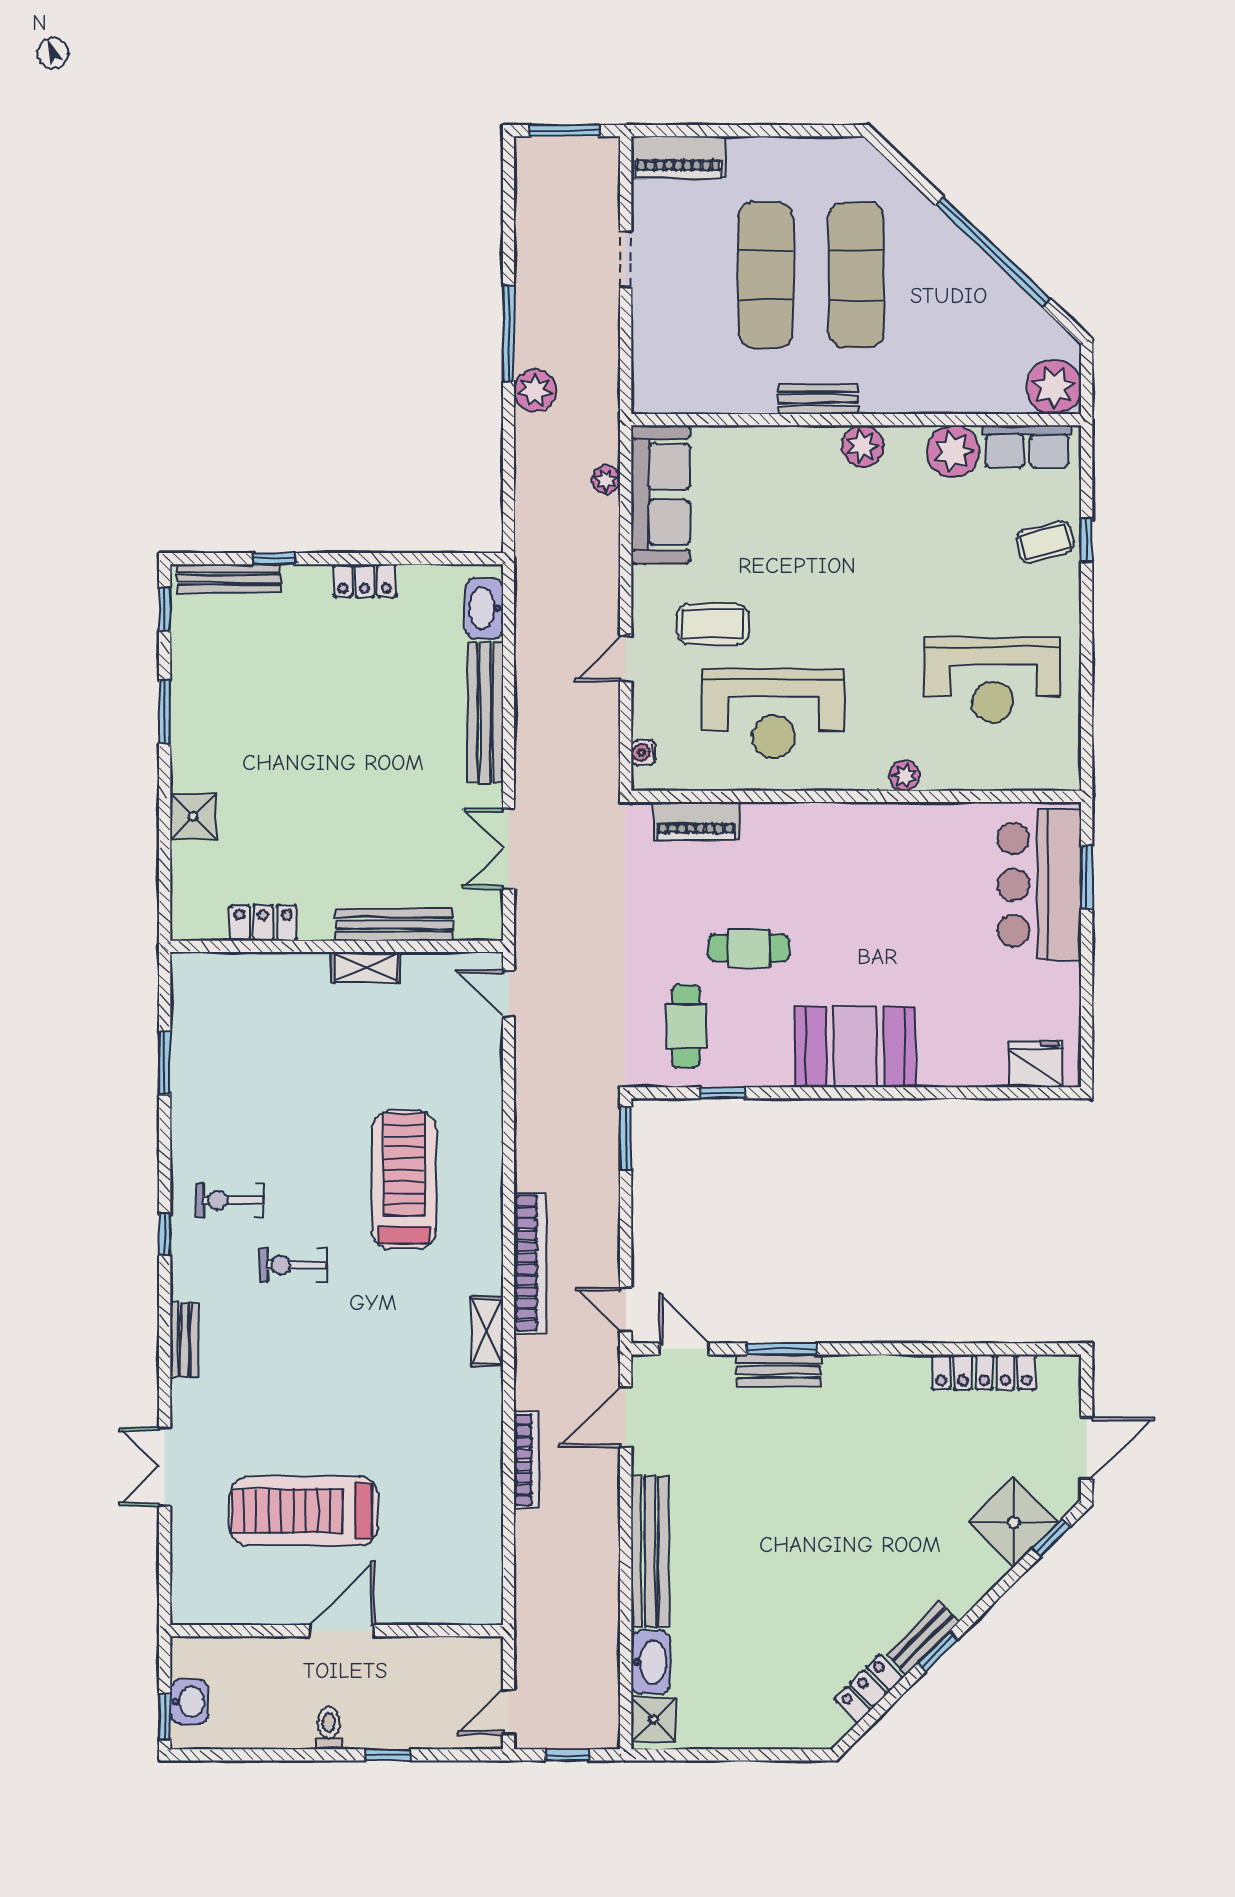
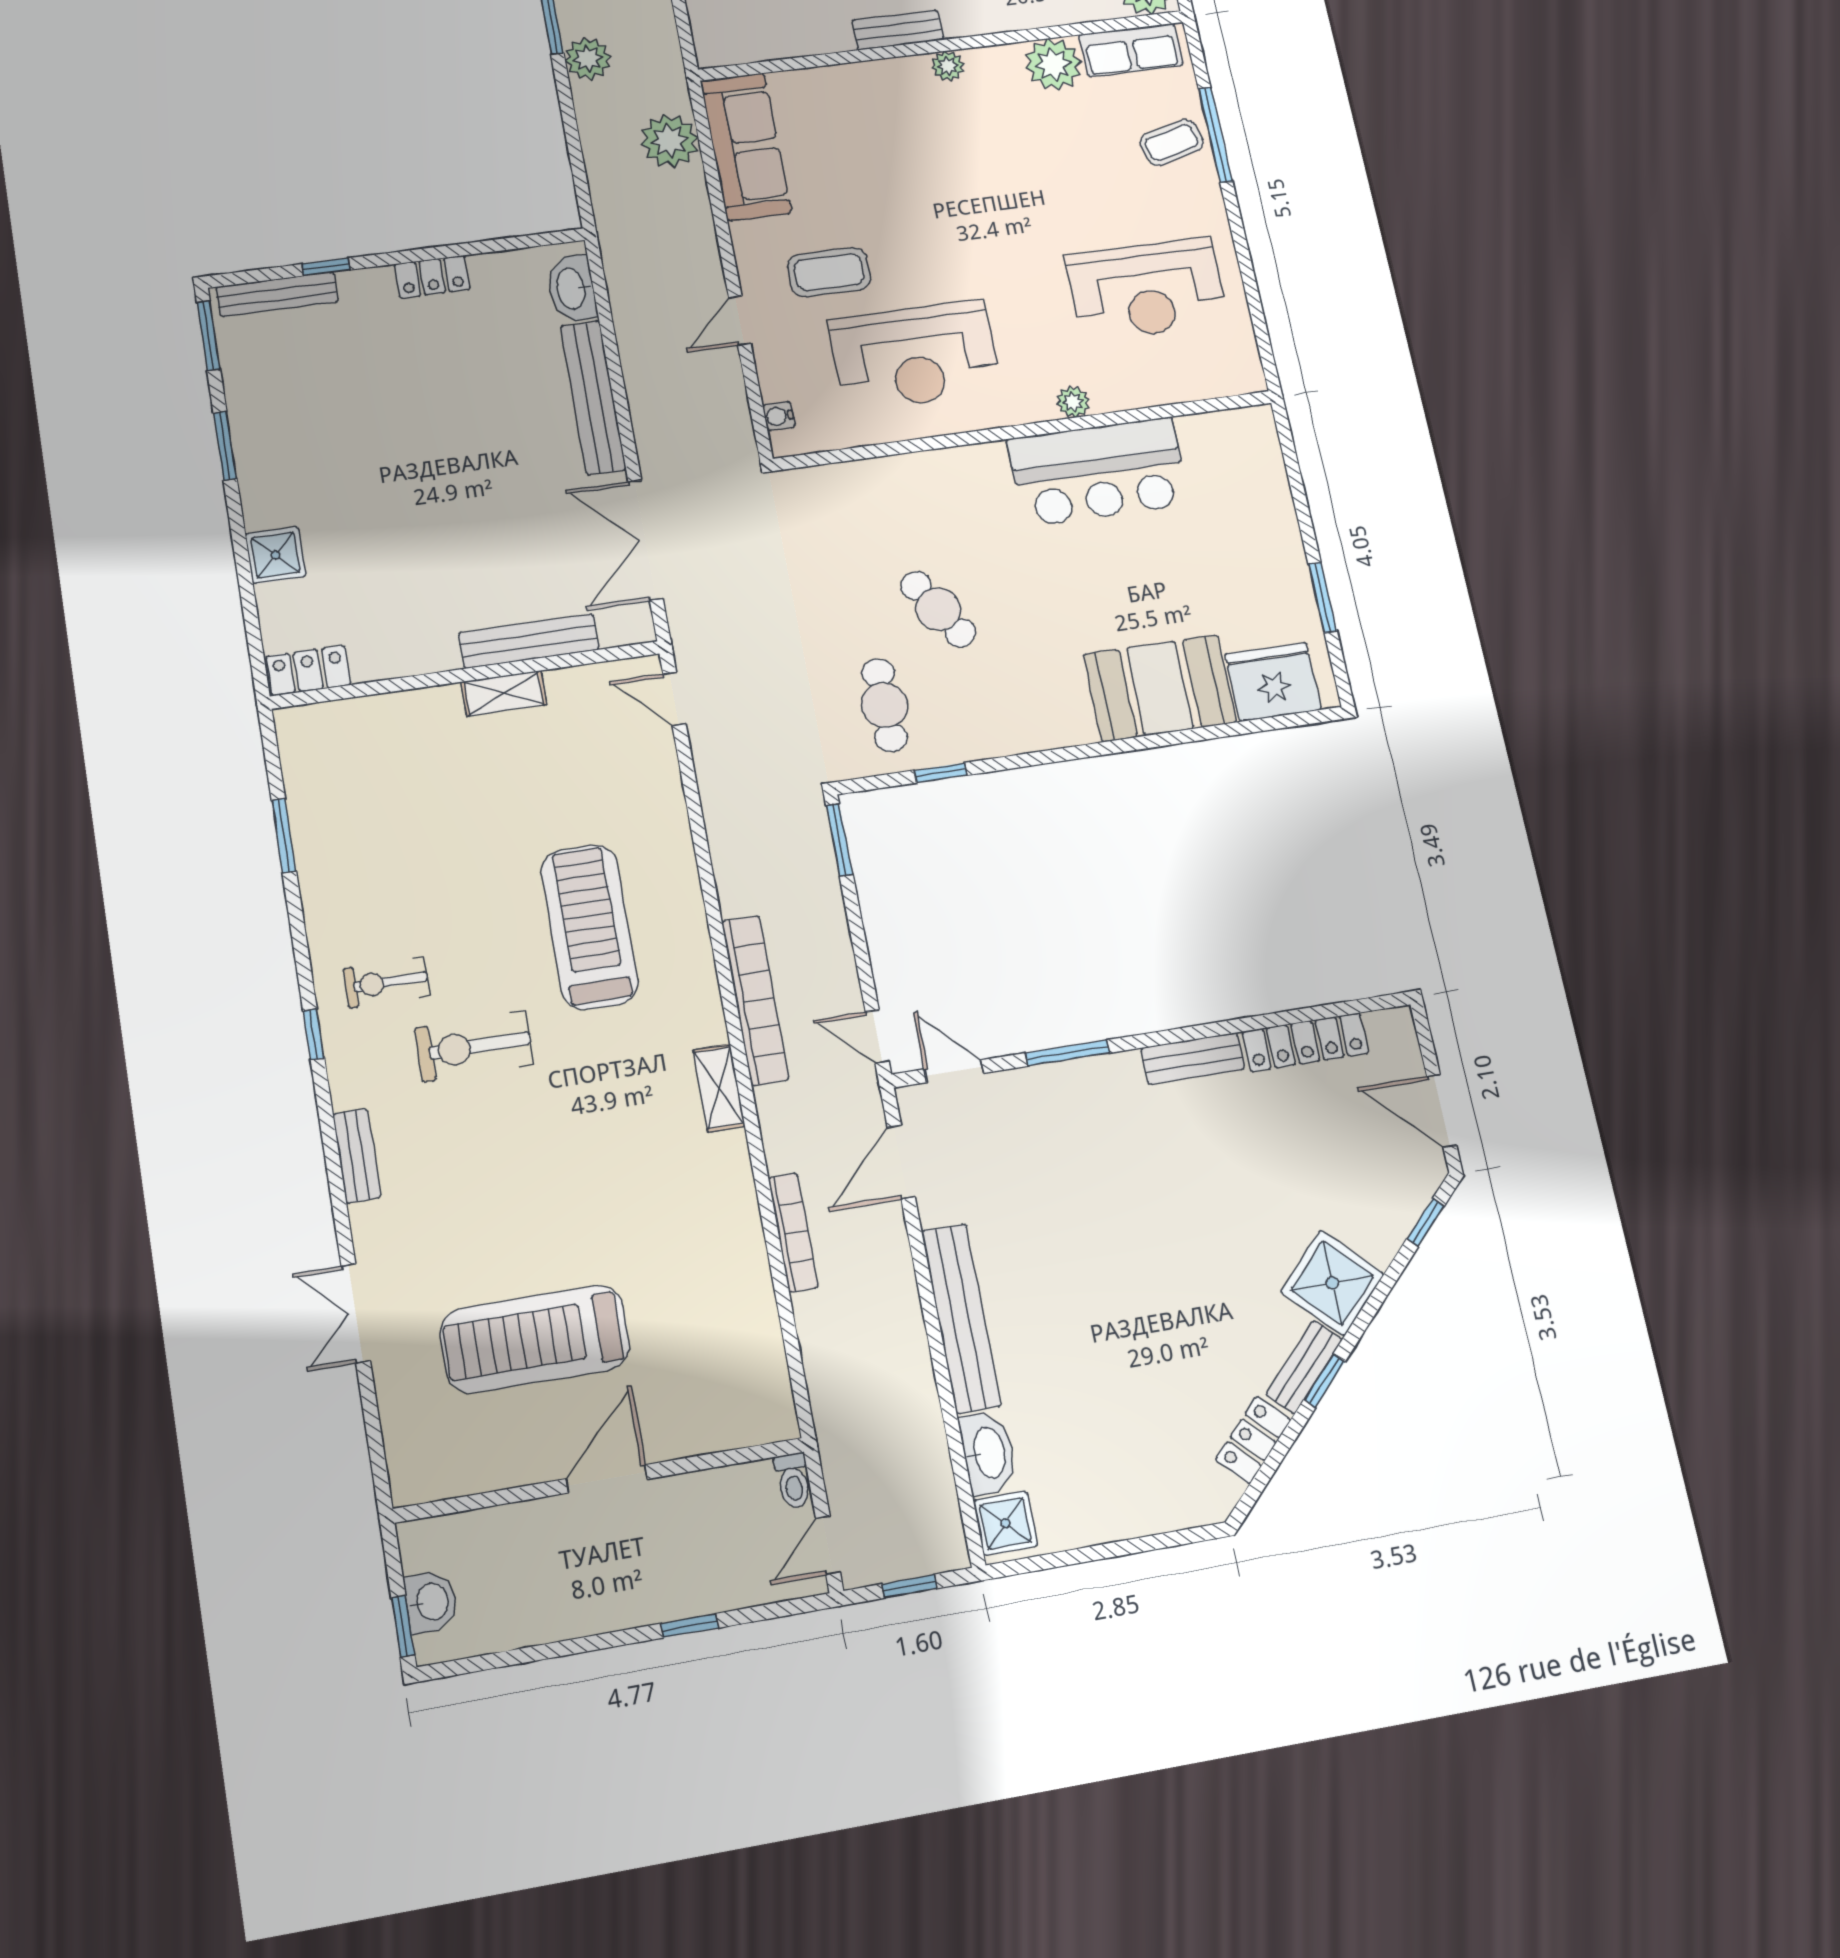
plant: (862, 446) -> (948, 66), width x0.73, depth x0.73
plant: (606, 480) -> (669, 141), width x1.87, depth x1.87
window: (1087, 540) -> (1215, 135), width x2.17
window: (165, 609) -> (208, 336), width x1.50
piano: (696, 821) -> (852, 481), removed
double door: (509, 849) -> (646, 540), width x1.37
window: (1087, 877) -> (1323, 597), moved
bar counter: (1039, 885) -> (1098, 472), moved, turned -90
locker: (263, 923) -> (308, 671), moved
cafe table: (749, 948) -> (938, 609), turned 58
booth: (855, 1047) -> (1160, 688), moved
fridge: (1036, 1064) -> (1273, 682), width x1.36, depth x1.34
exercise bike: (293, 1265) -> (474, 1046), width x1.38, depth x1.39
bench: (779, 1370) -> (1193, 1058), moved
door: (1087, 1448) -> (1442, 1111), swing flipped
shower: (1014, 1522) -> (1332, 1283), moved
toilet: (329, 1728) -> (793, 1481), moved, turned 180

